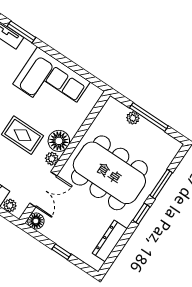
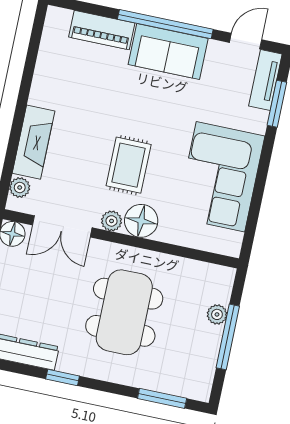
dining table: (109, 173) -> (124, 312), width x0.73, depth x0.80
window: (161, 184) -> (162, 398), moved
window: (141, 214) -> (63, 377), moved

